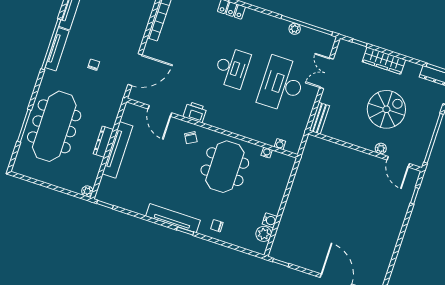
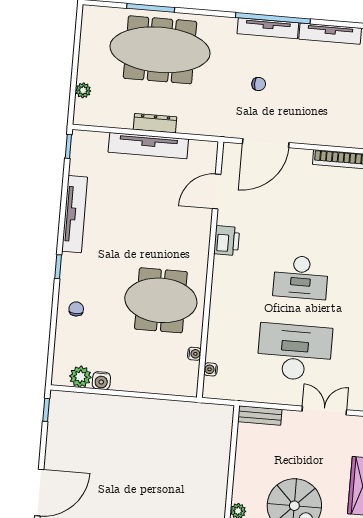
door: (135, 70) -> (266, 143), hinge flipped
chair: (191, 138) -> (190, 243), removed
plant: (87, 191) -> (83, 90), moved
tv unit: (173, 218) -> (75, 214), moved

